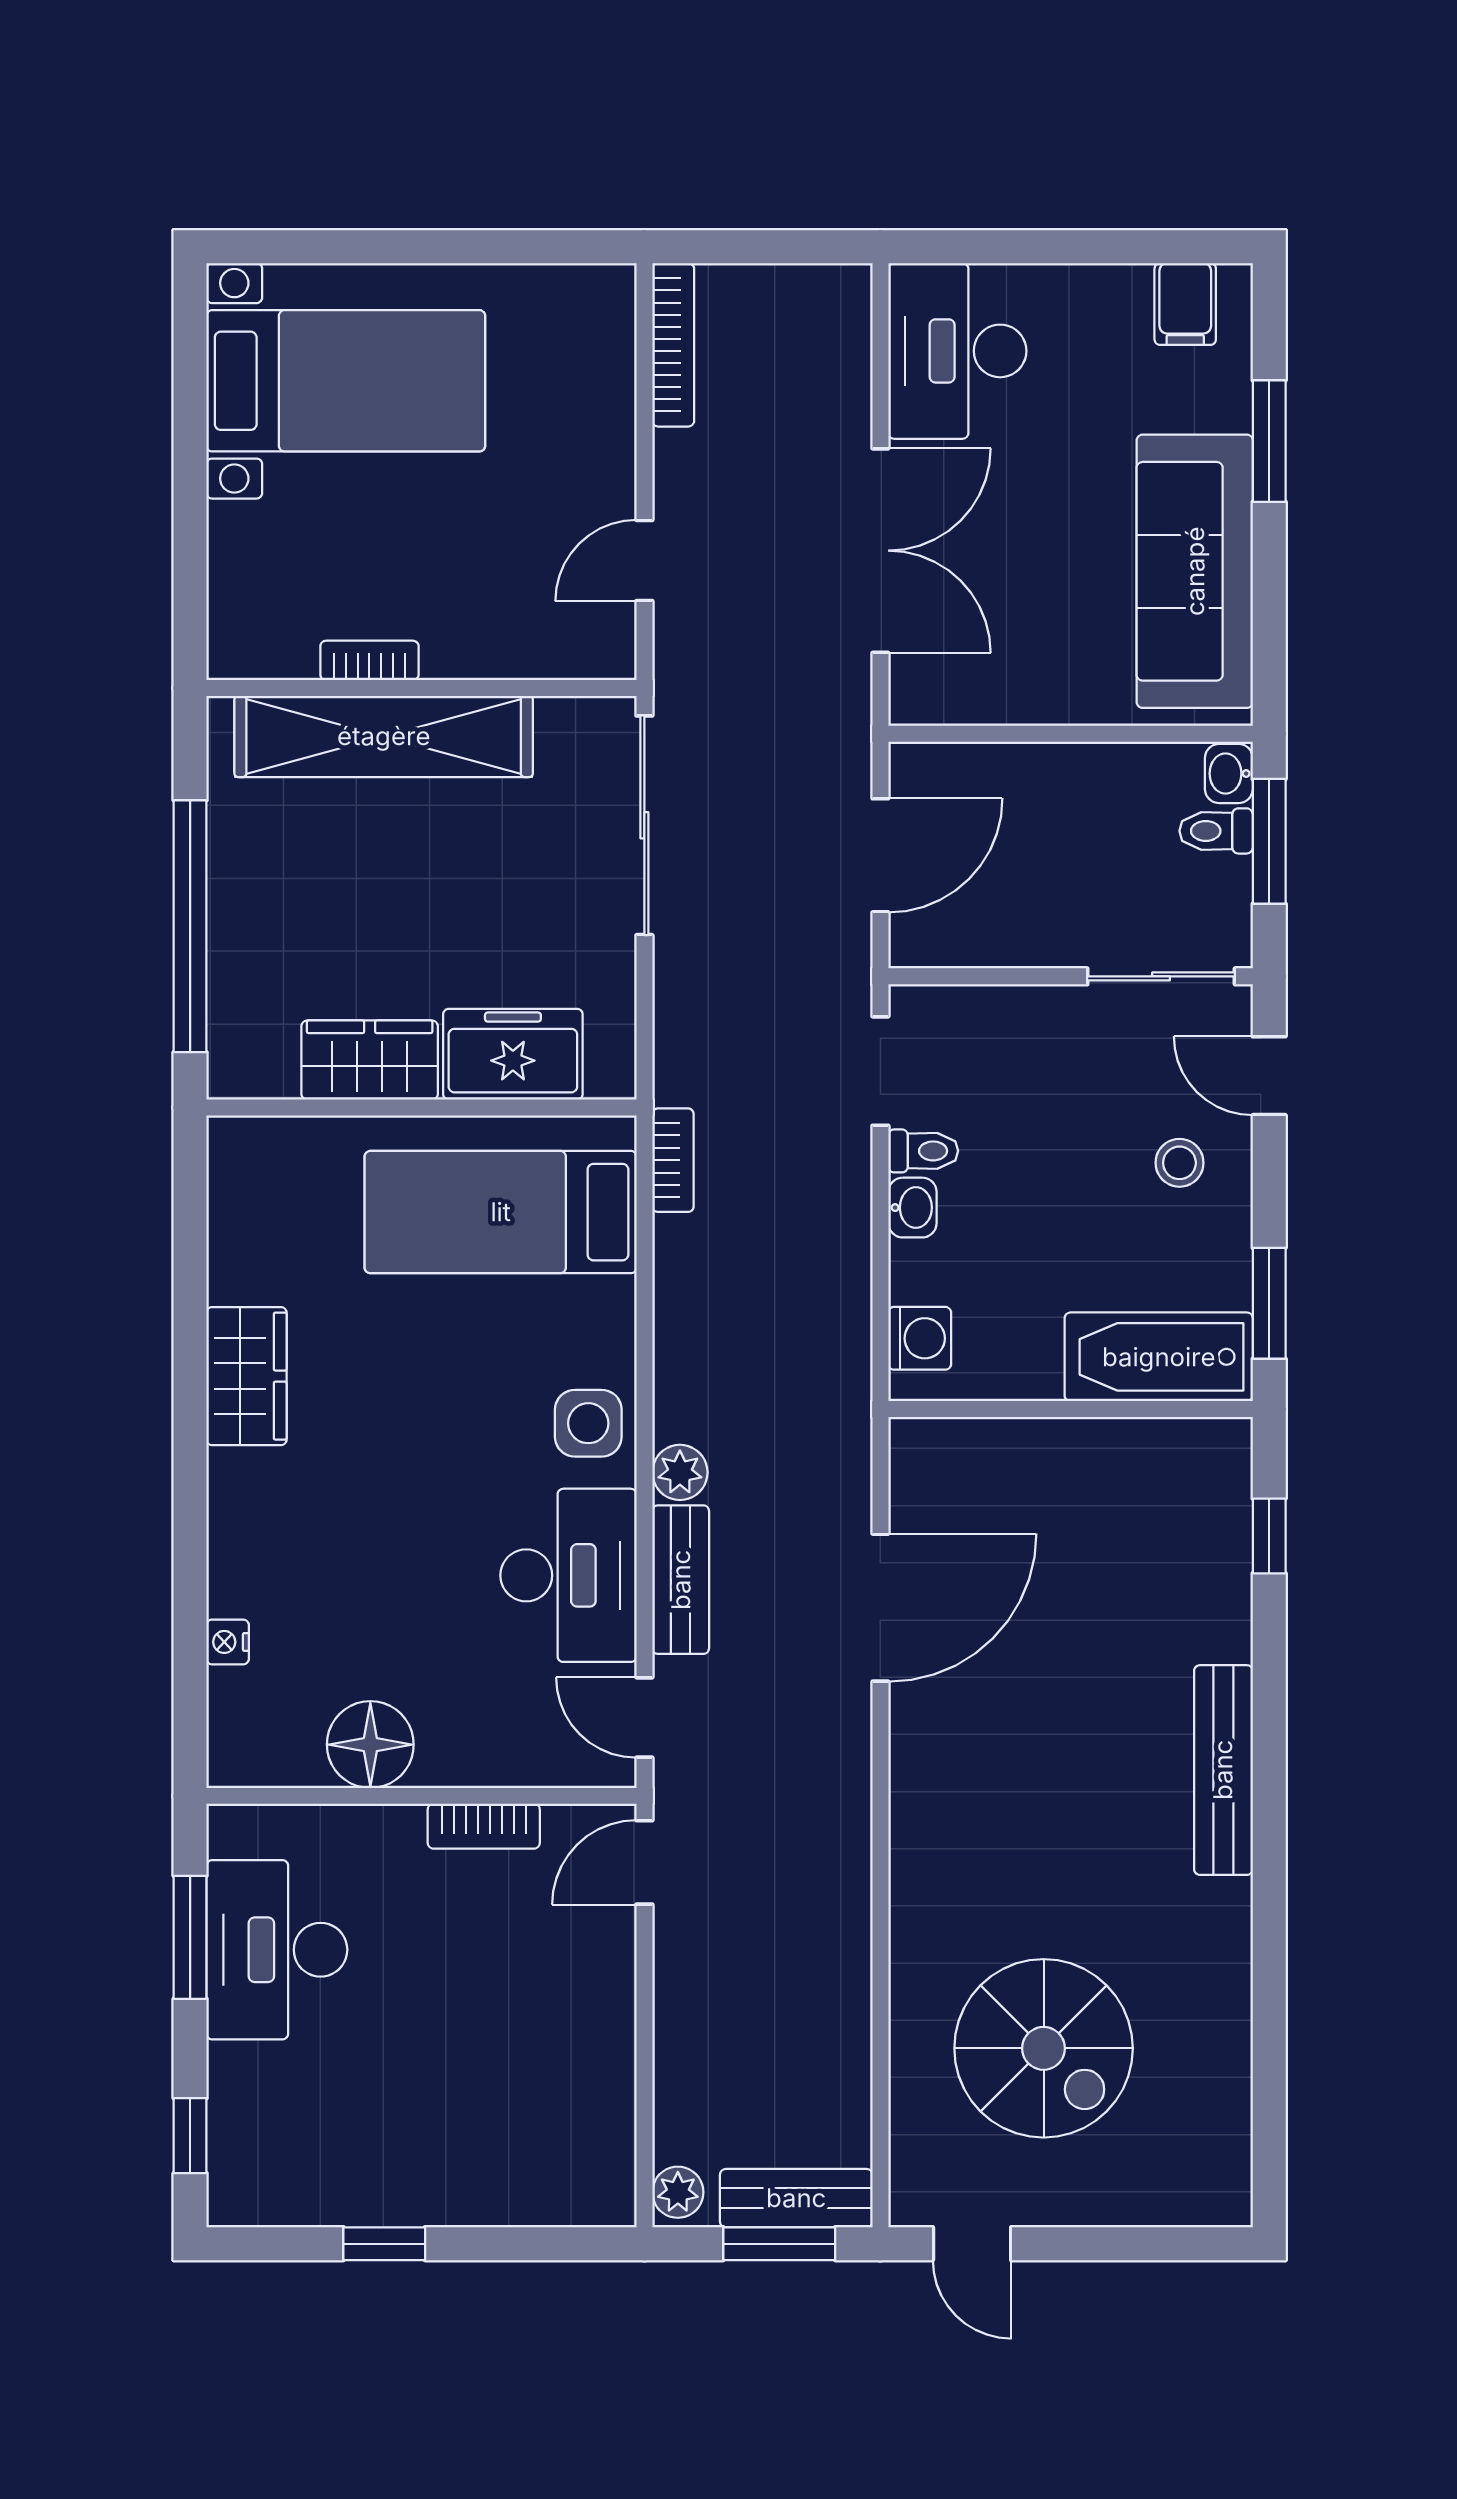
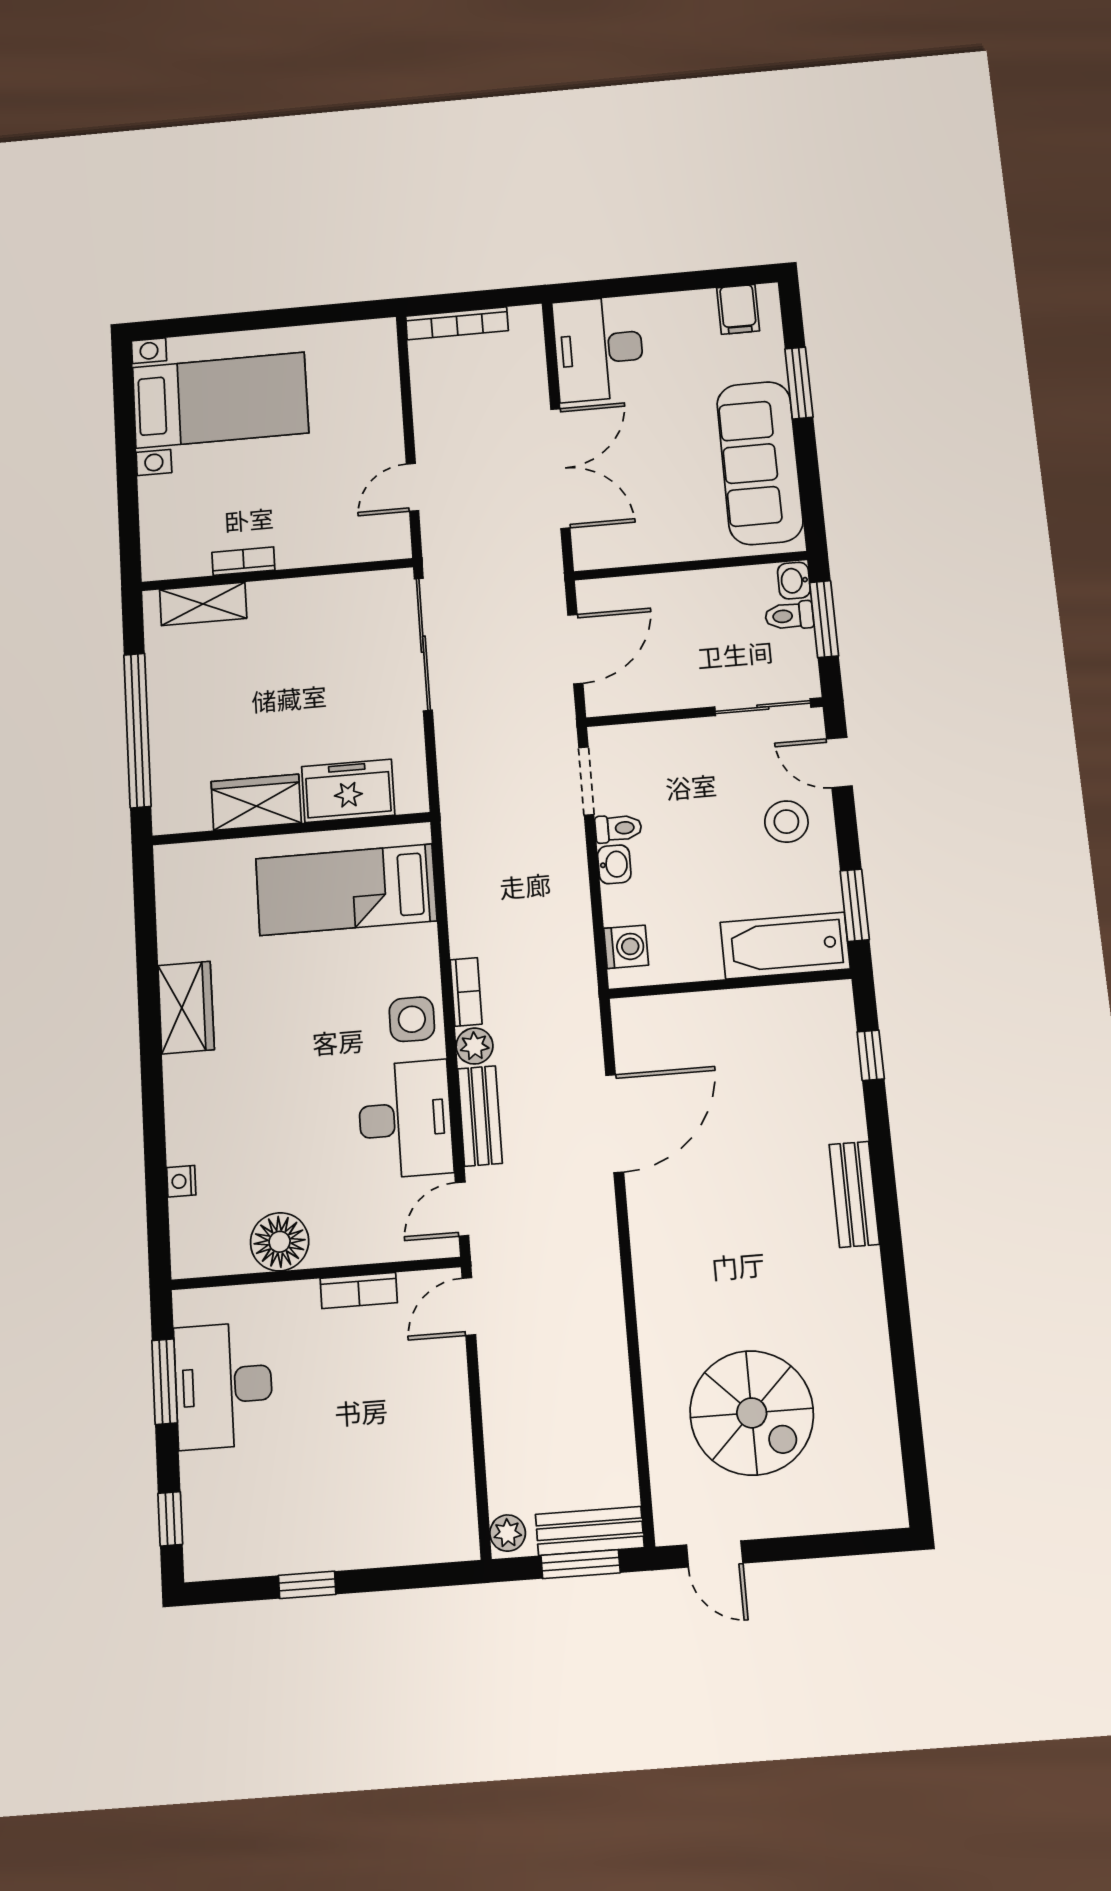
bookcase: (673, 345) -> (457, 323), moved, turned 90
shelving: (384, 736) -> (203, 604), width x0.45, depth x0.75
bookcase: (673, 1160) -> (466, 992), moved
stool: (1179, 1163) -> (786, 822), width x1.37, depth x1.37
door: (644, 1717) -> (462, 1209), hinge flipped
bench: (1223, 1770) -> (854, 1194), width x0.73

